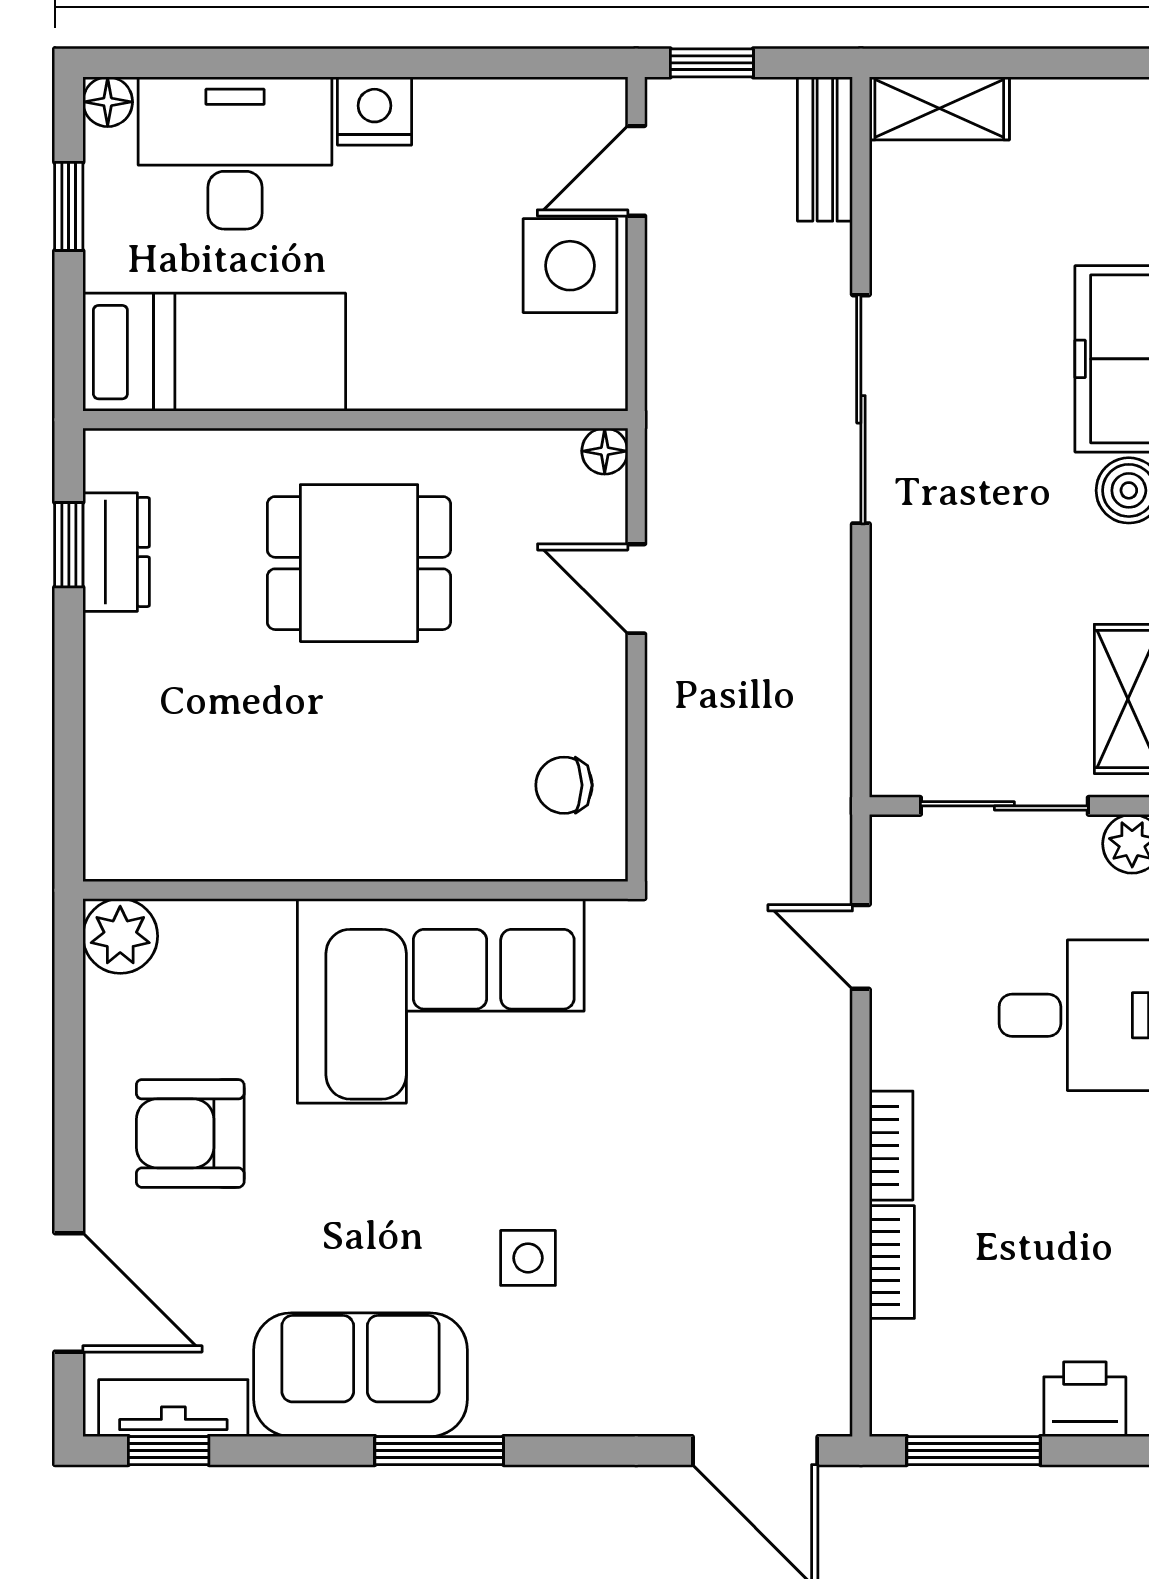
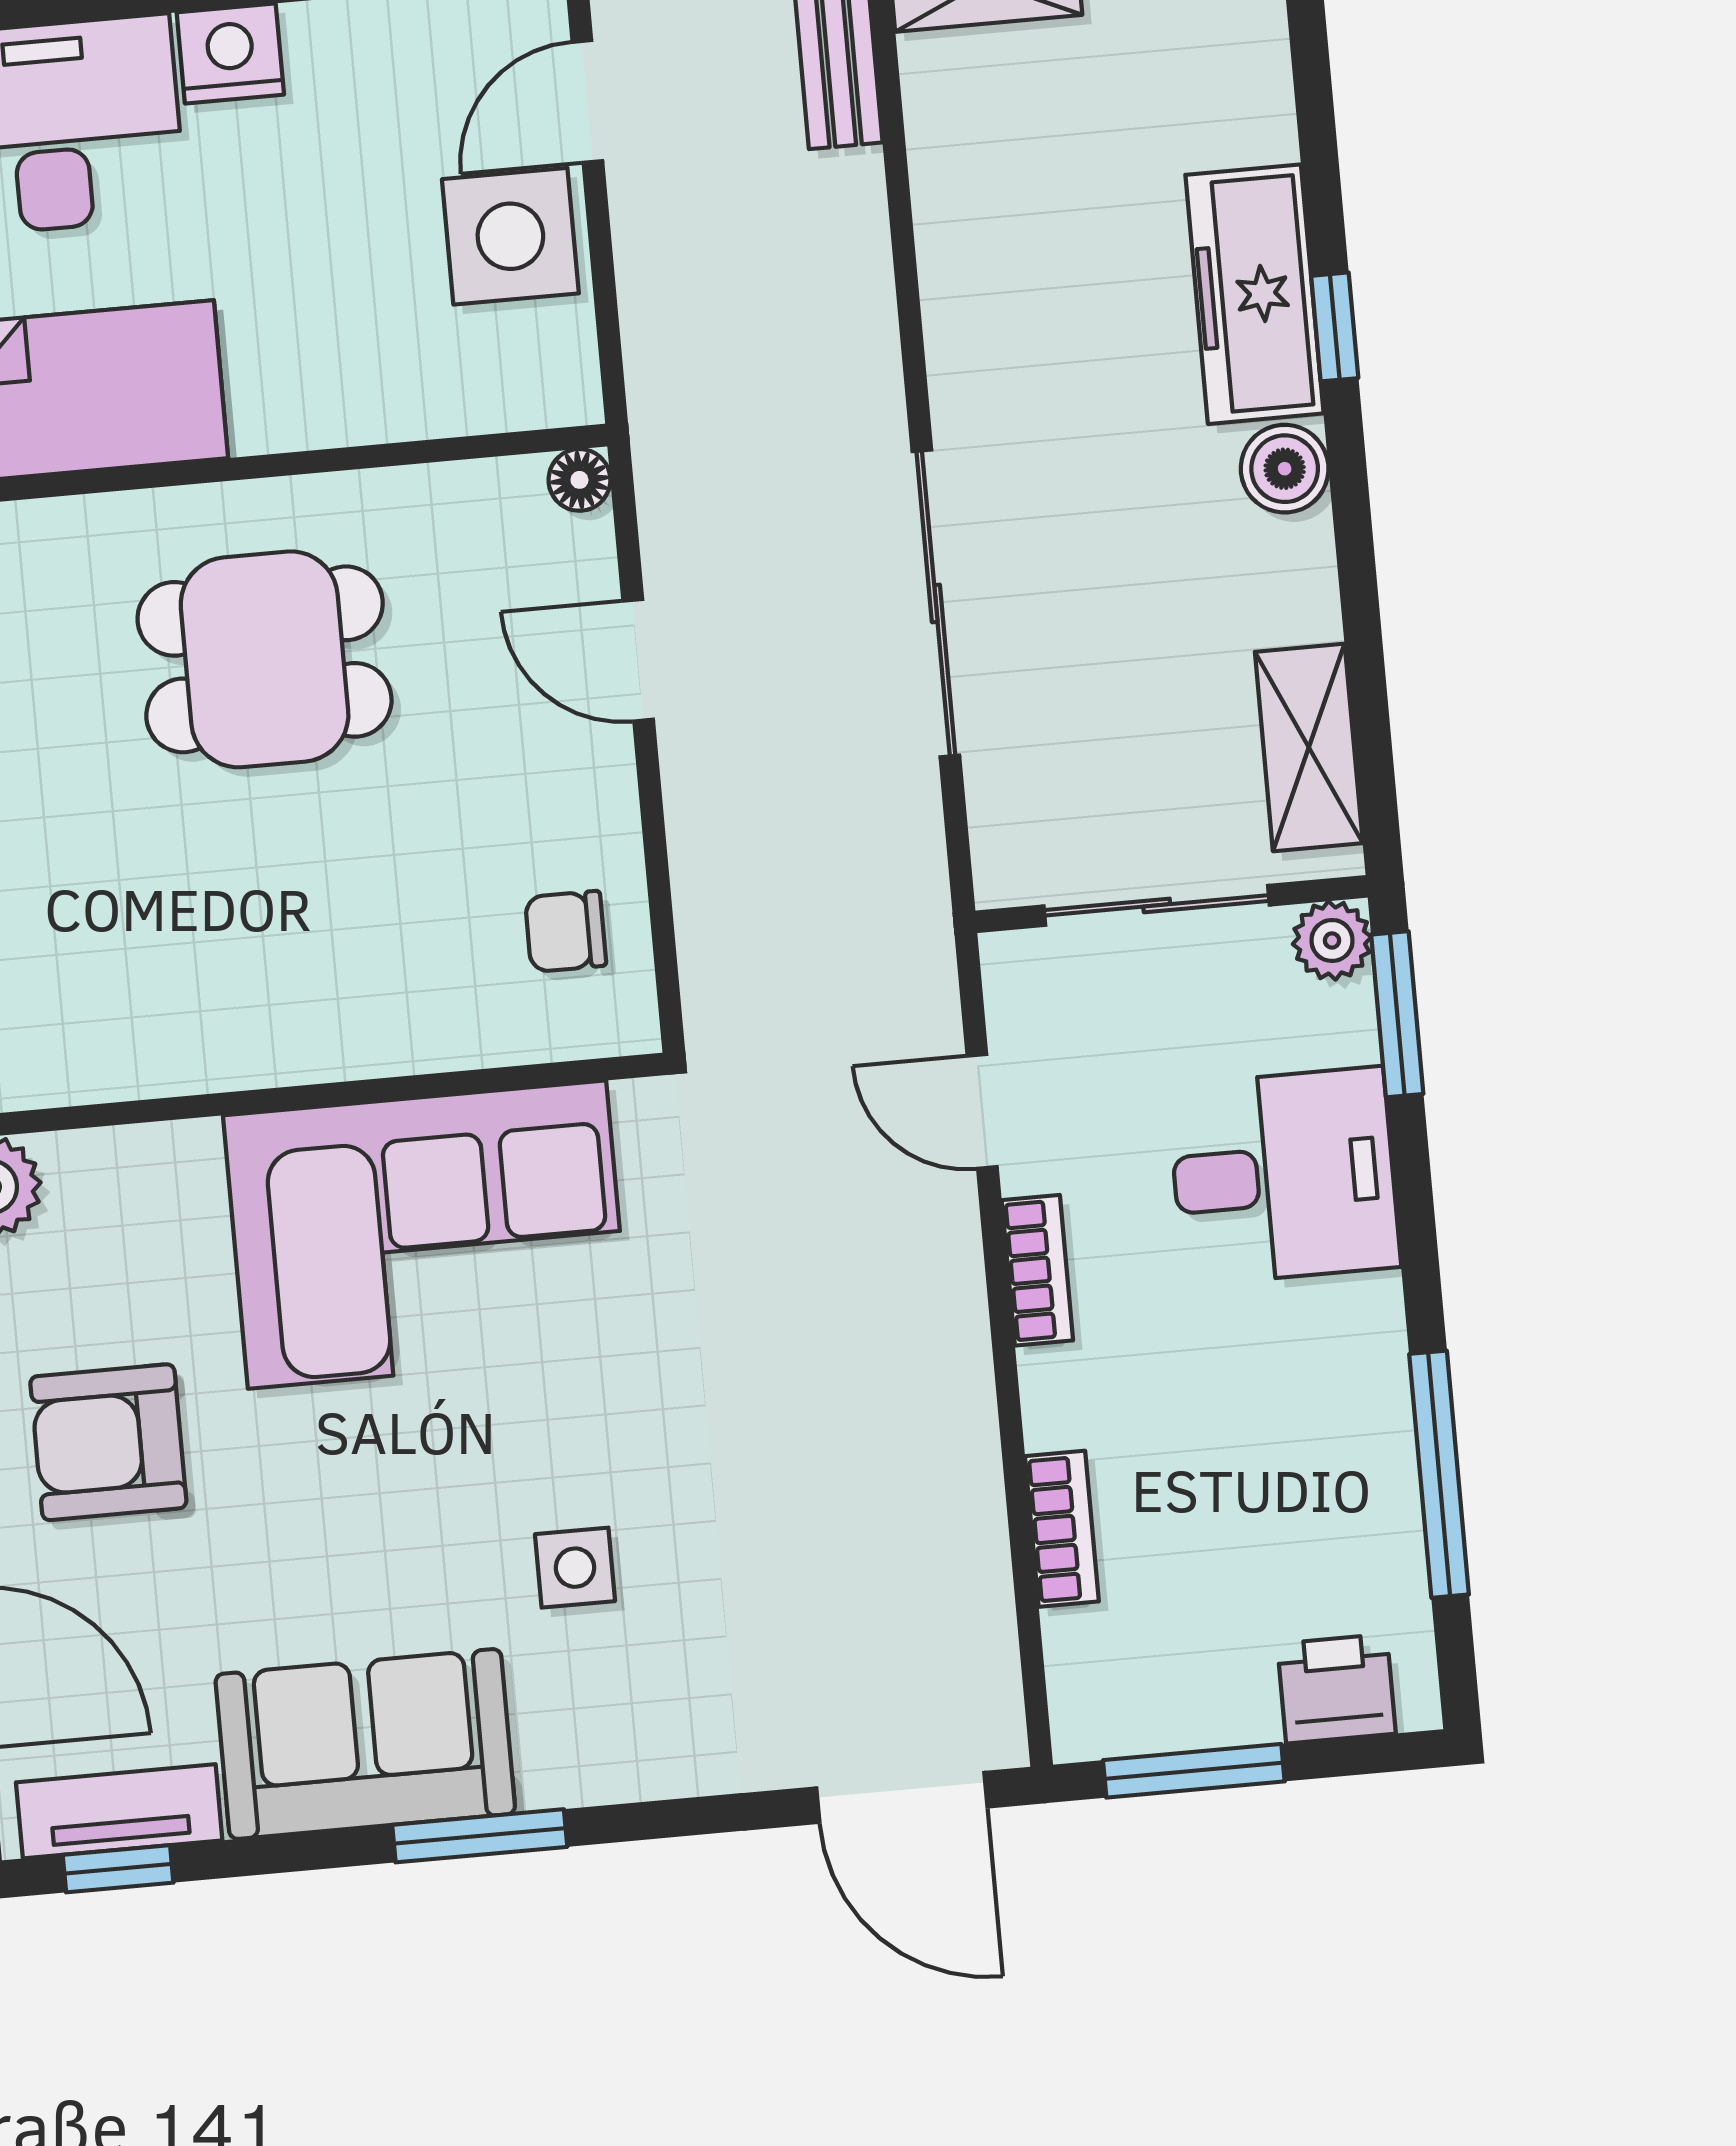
sliding door: (861, 409) -> (936, 603), moved
bookcase: (891, 1146) -> (1037, 1270), moved

